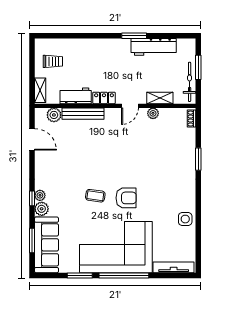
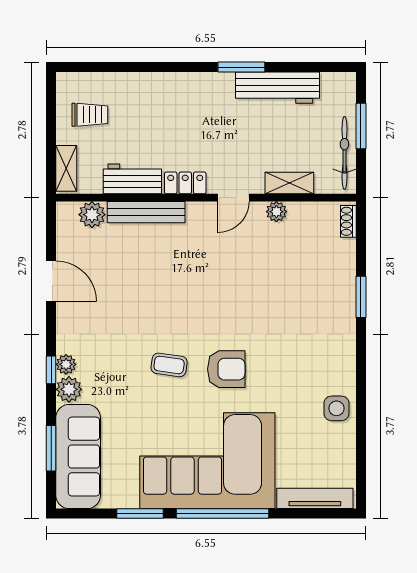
door: (32, 139) -> (51, 281), moved

